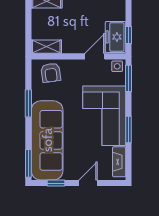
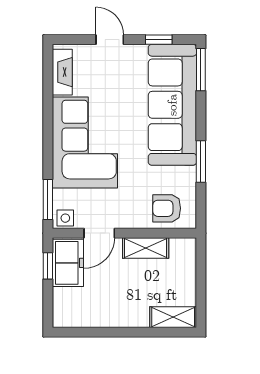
shelving: (46, 47) -> (146, 248), moved
armchair: (51, 73) -> (167, 208), turned -82
window: (129, 130) -> (48, 121), removed
door: (88, 183) -> (110, 40), swing flipped

